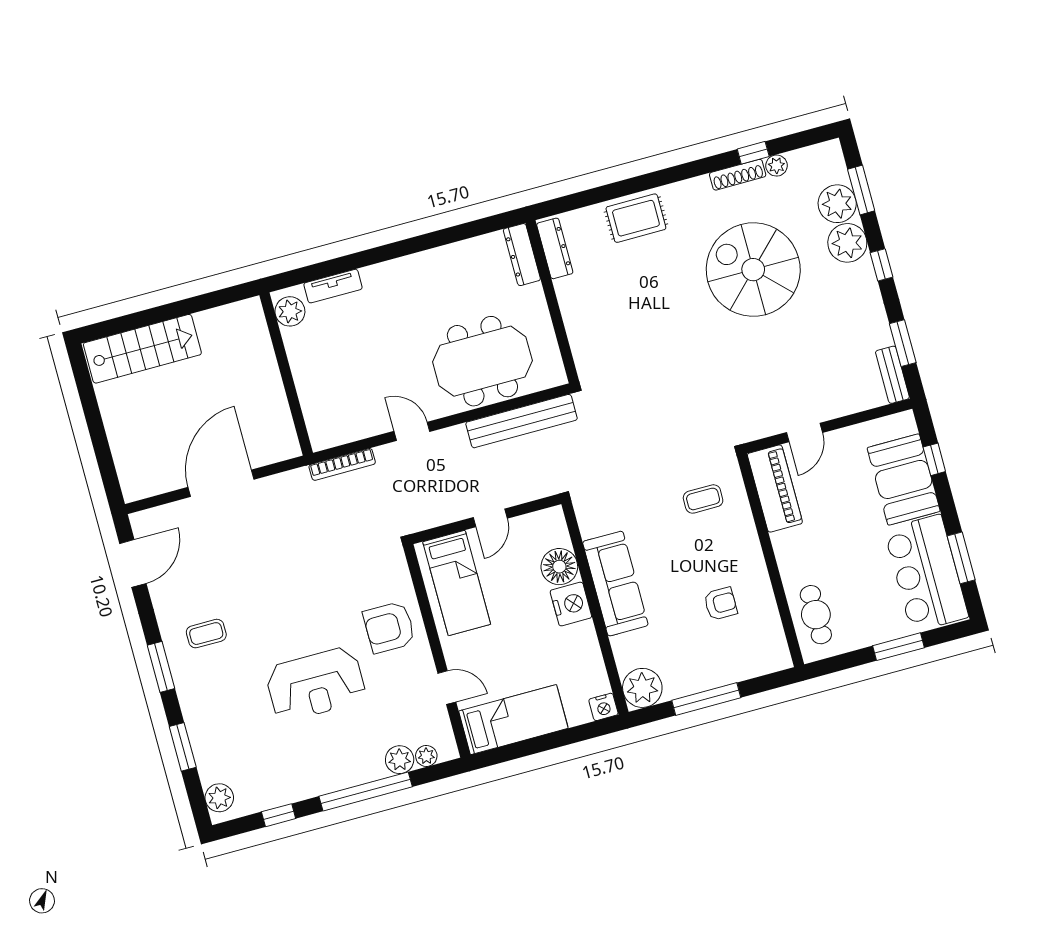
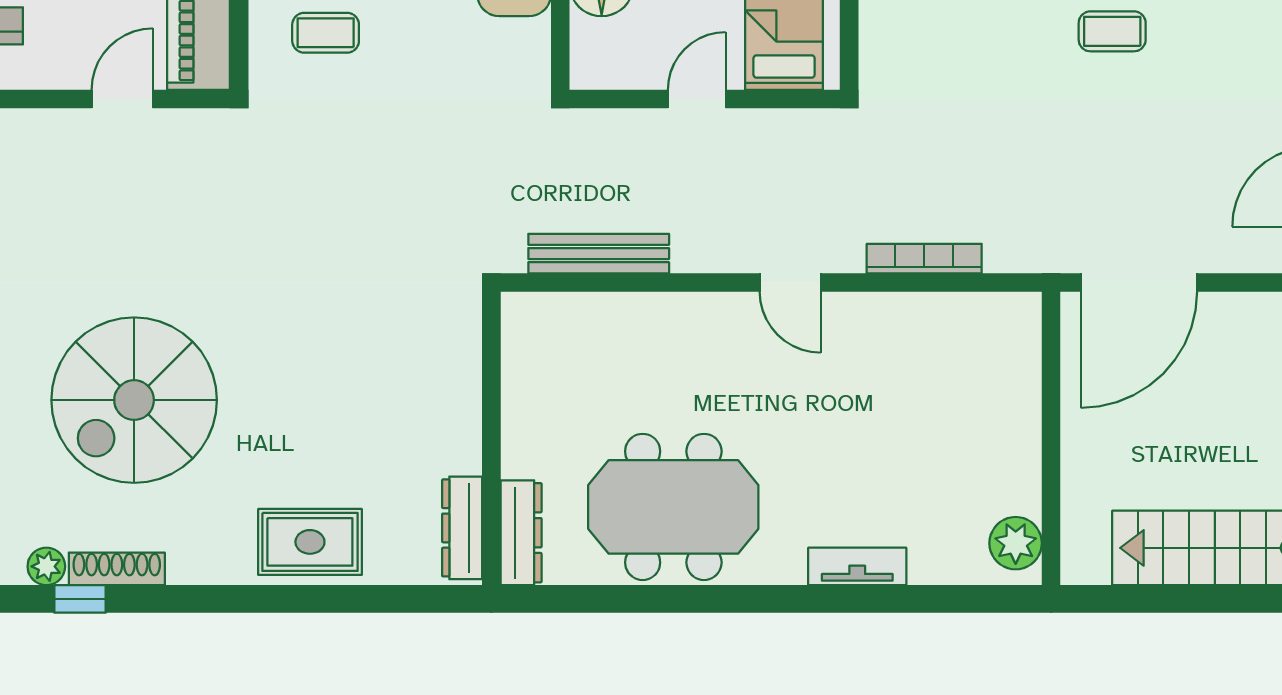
spiral stairs: (753, 270) -> (134, 400), turned 90
plant: (290, 311) -> (1016, 543), moved
meeting table: (482, 361) -> (673, 507), moved
wall: (286, 374) -> (1051, 438), moved
bench: (522, 421) -> (599, 254), width x0.73, depth x0.82
coffee table: (206, 634) -> (1112, 31), moved

